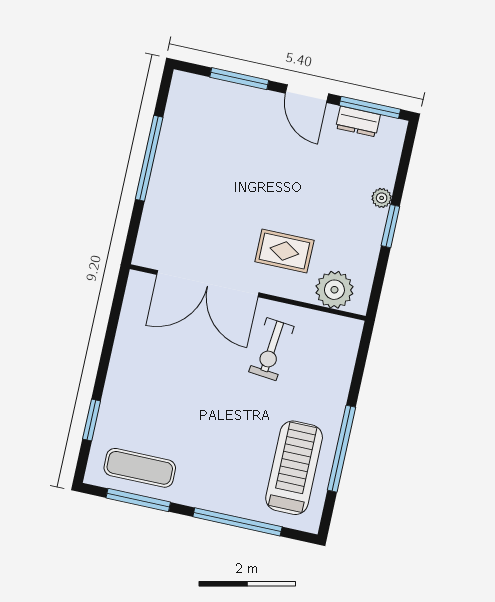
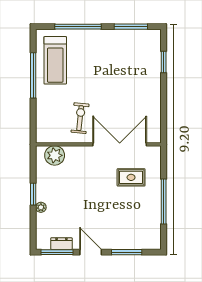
rug: (284, 251) -> (131, 177), moved
exercise mat: (140, 468) -> (134, 43), removed

